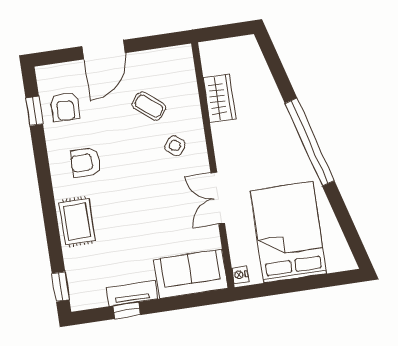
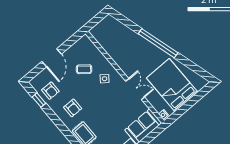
wardrobe: (219, 98) -> (111, 48), removed
armchair: (86, 162) -> (73, 108), turned -90
double door: (218, 198) -> (135, 89), swing flipped

